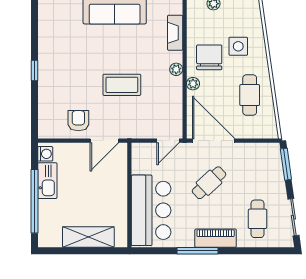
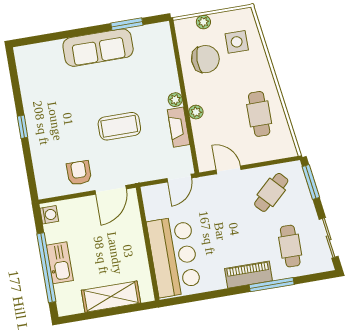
fireplace: (175, 33) -> (179, 127), moved
side table: (238, 46) -> (237, 42), moved
chair: (209, 57) -> (205, 59), moved, turned 90
door: (214, 141) -> (229, 170), width x0.53
kitchen sink: (47, 181) -> (60, 263), moved
cafe table: (209, 183) -> (271, 192), moved
window: (197, 251) -> (272, 285), moved

